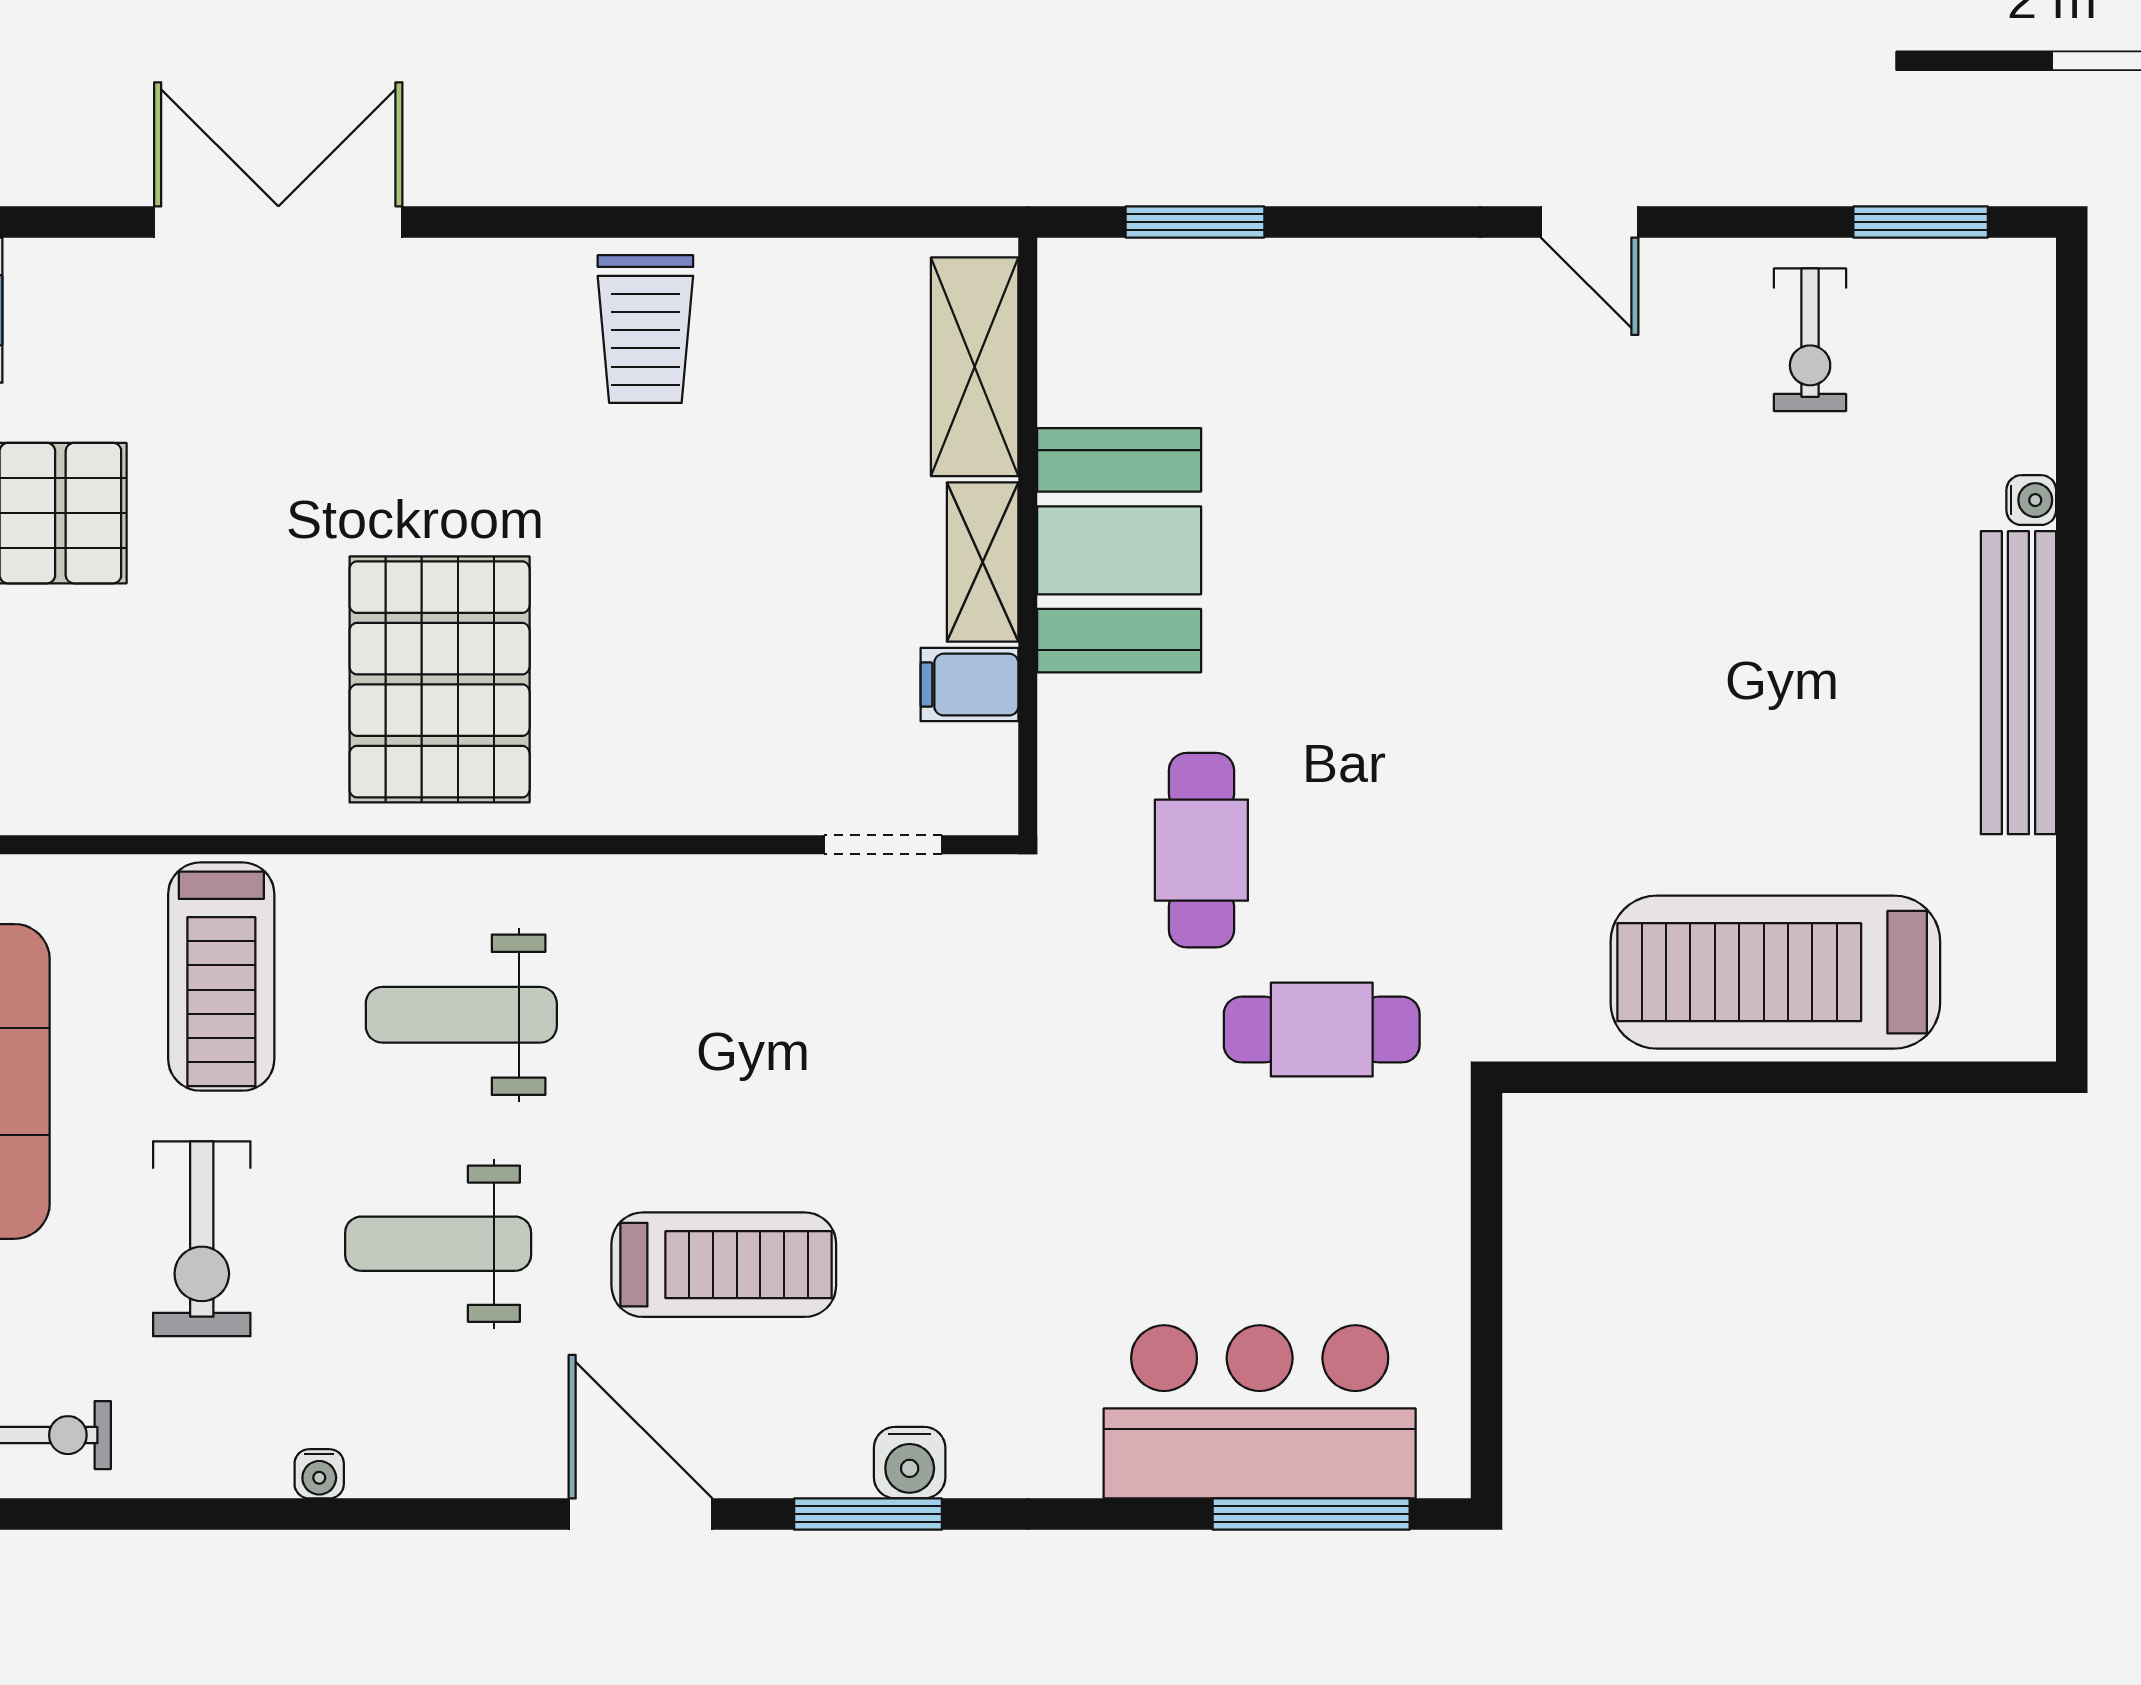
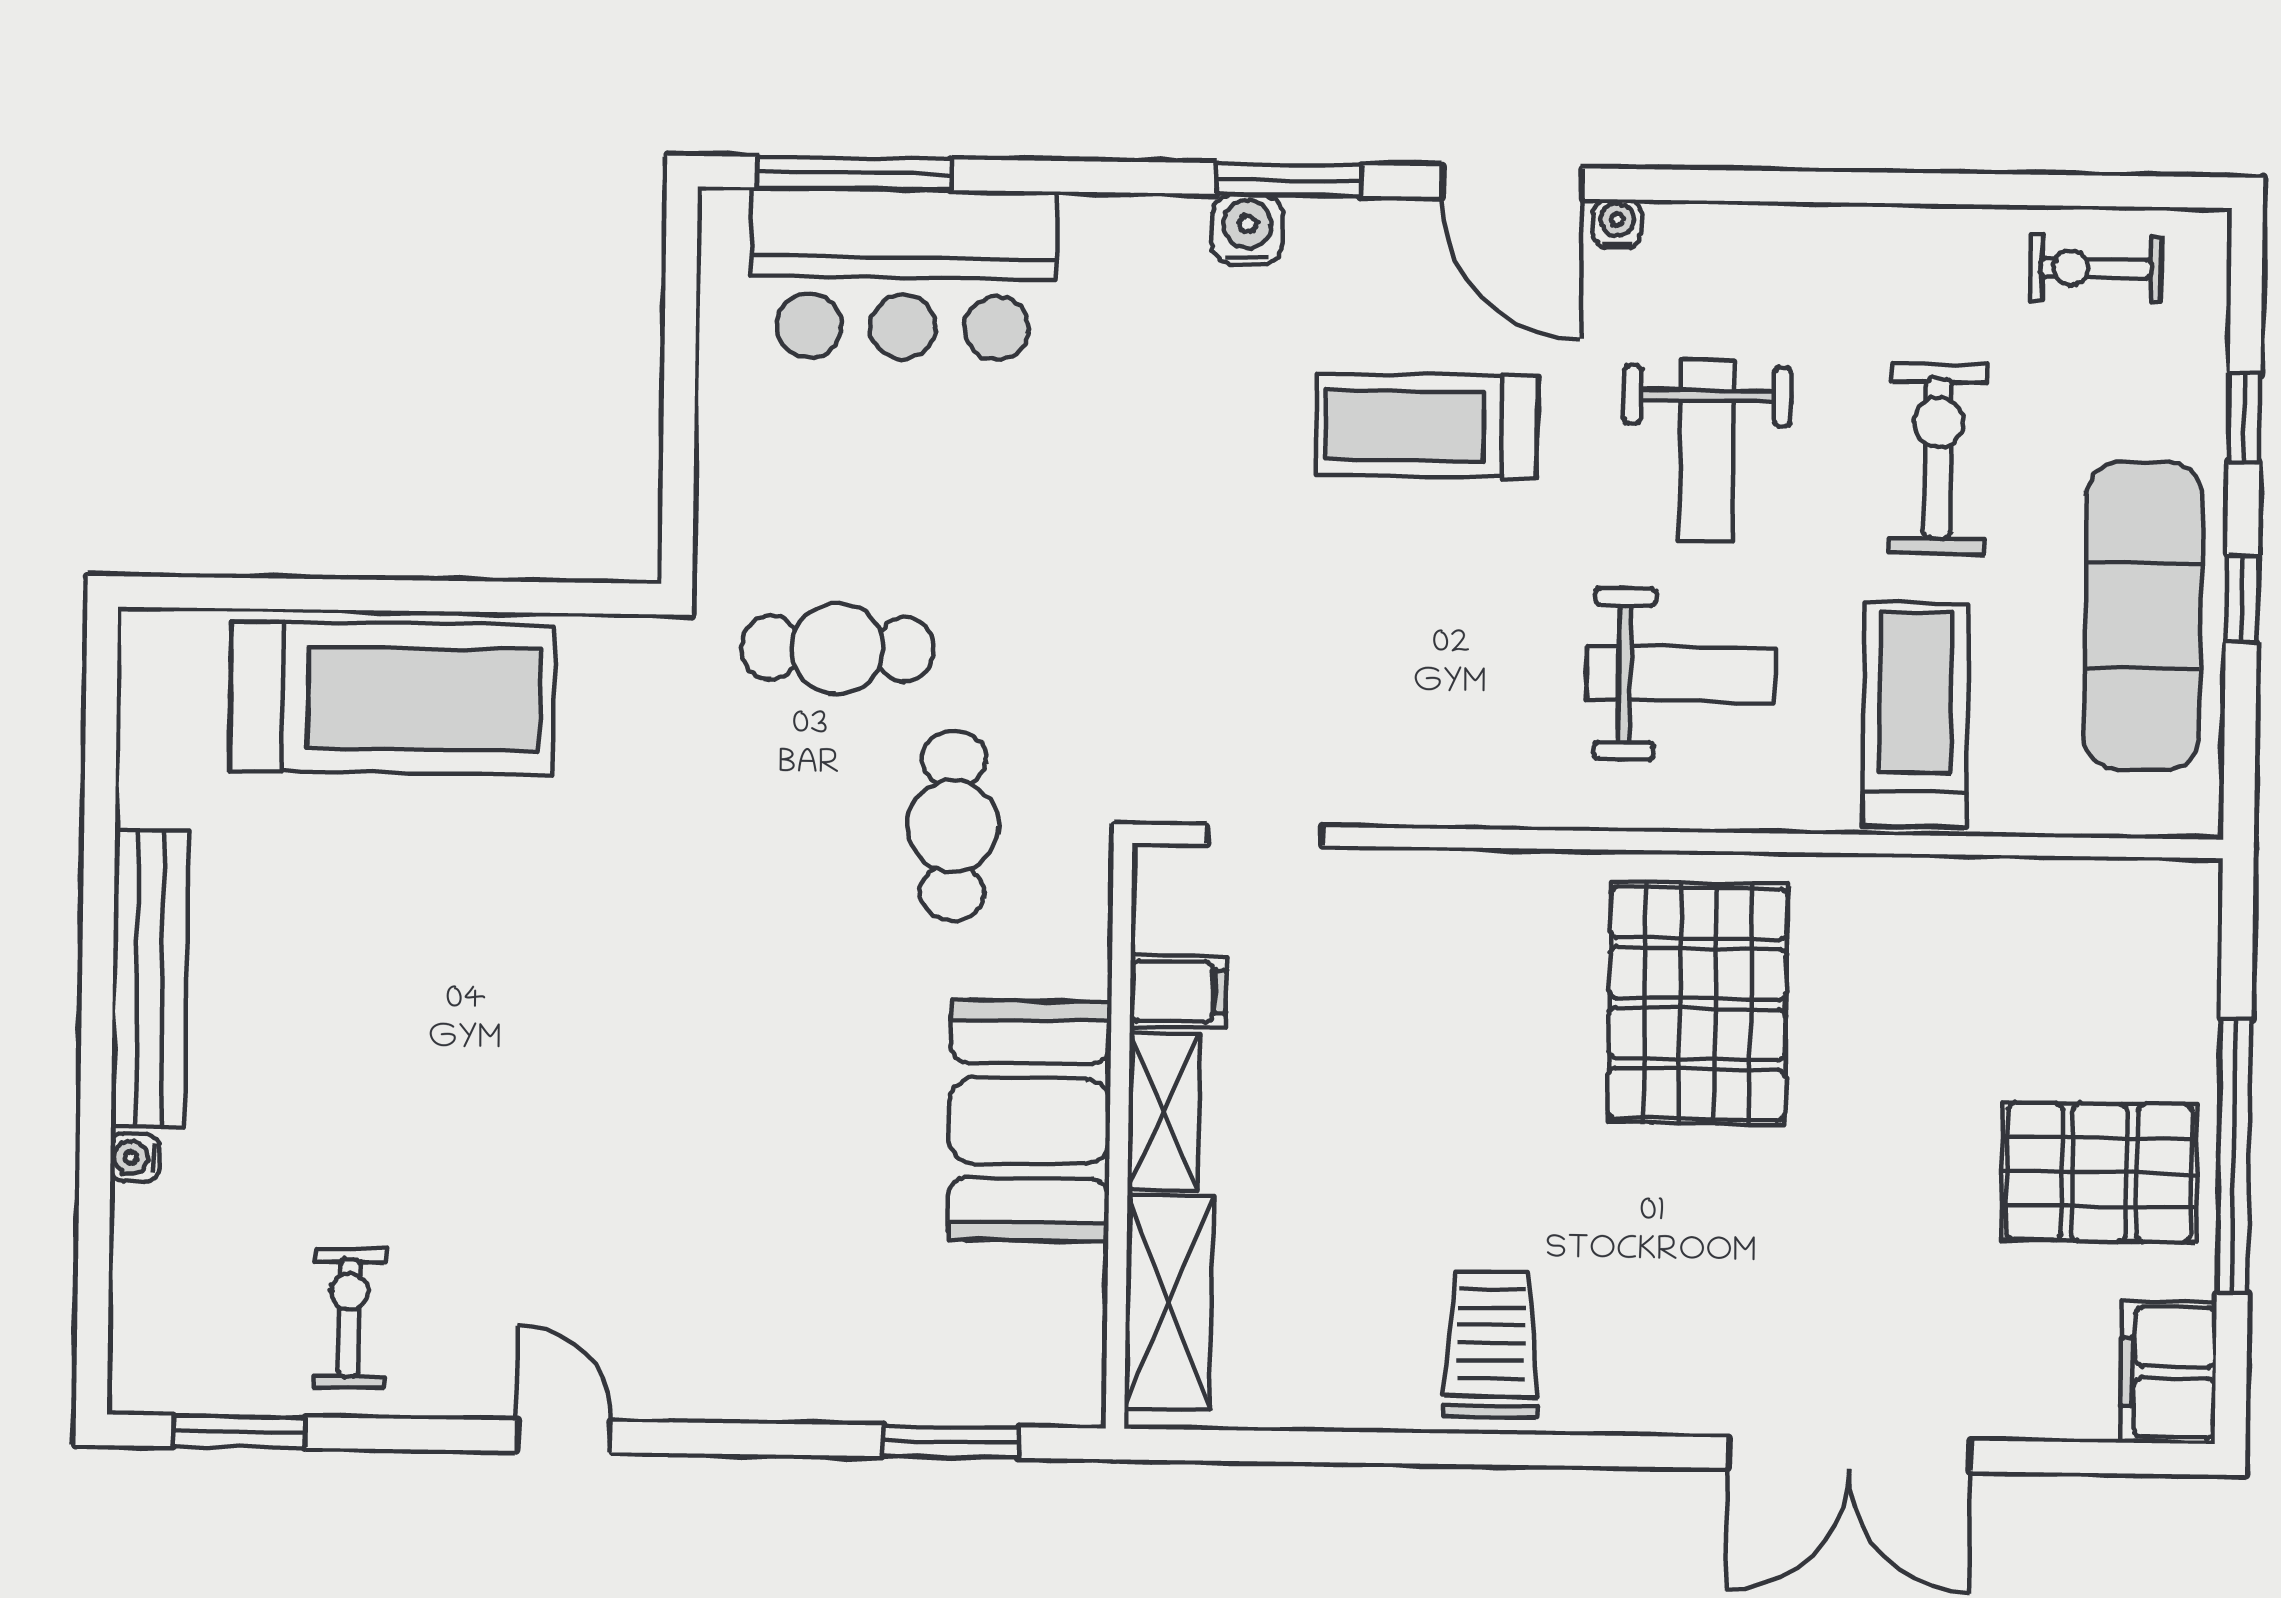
weight bench: (438, 1244) -> (1707, 450), turned 90
water cooler: (319, 1474) -> (1617, 224), moved

